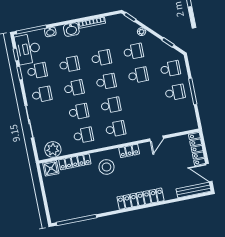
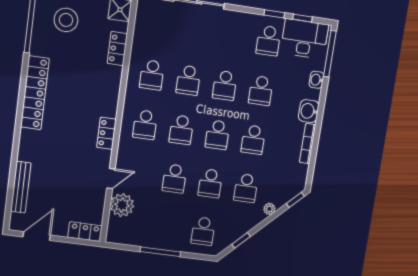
school desk: (175, 92) -> (174, 179), moved
school desk: (42, 94) -> (232, 35), removed
door: (157, 139) -> (111, 179), swing flipped
plant: (53, 149) -> (122, 205), moved
locker: (197, 149) -> (85, 232), width x0.66
locker: (75, 162) -> (117, 49), width x0.66
stool: (107, 167) -> (66, 20), moved
bench: (194, 190) -> (21, 187), moved
locker: (141, 199) -> (35, 93), moved

